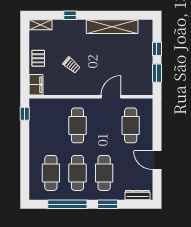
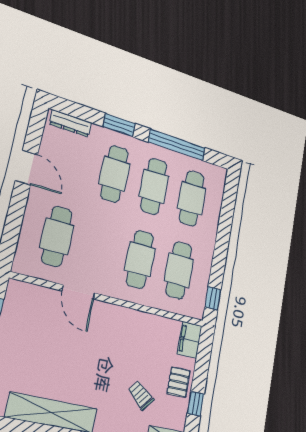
window: (25, 48) -> (196, 404), added
trolley: (72, 65) -> (141, 395), moved
door: (111, 97) -> (78, 292), hinge flipped
cafe table: (51, 125) -> (179, 270), added

